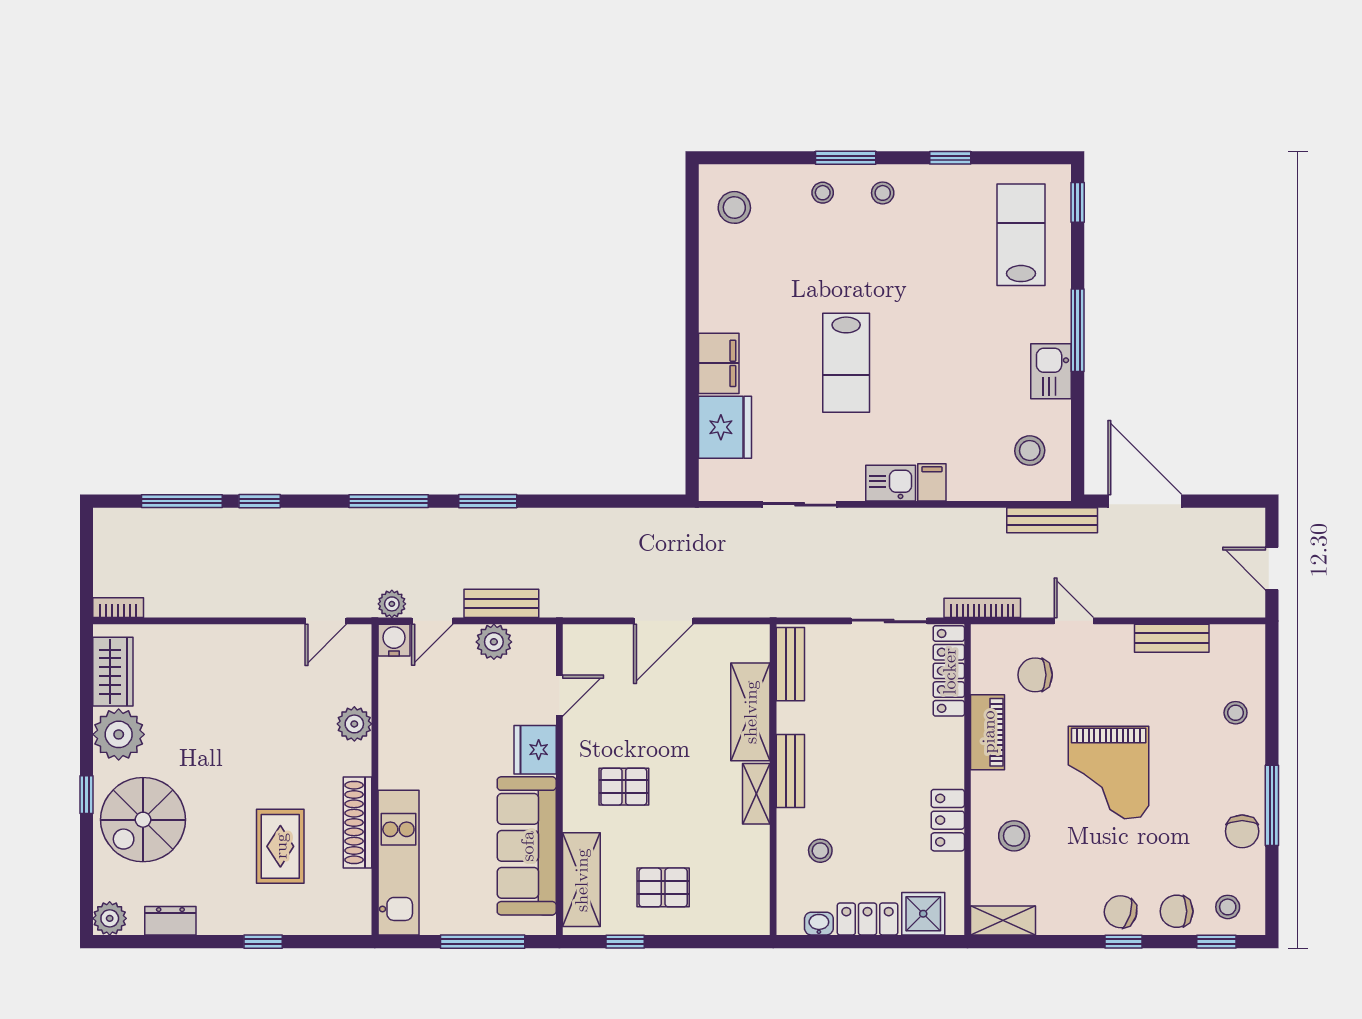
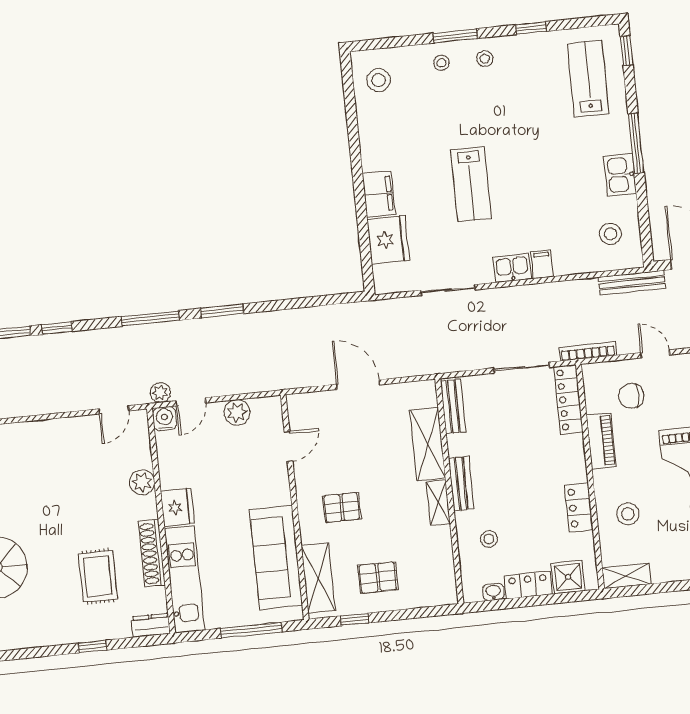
bench: (501, 603) -> (240, 384), removed
door: (663, 621) -> (358, 385), swing flipped
fridge: (535, 750) -> (177, 507), moved, turned 180
dresser: (170, 921) -> (151, 625), moved

